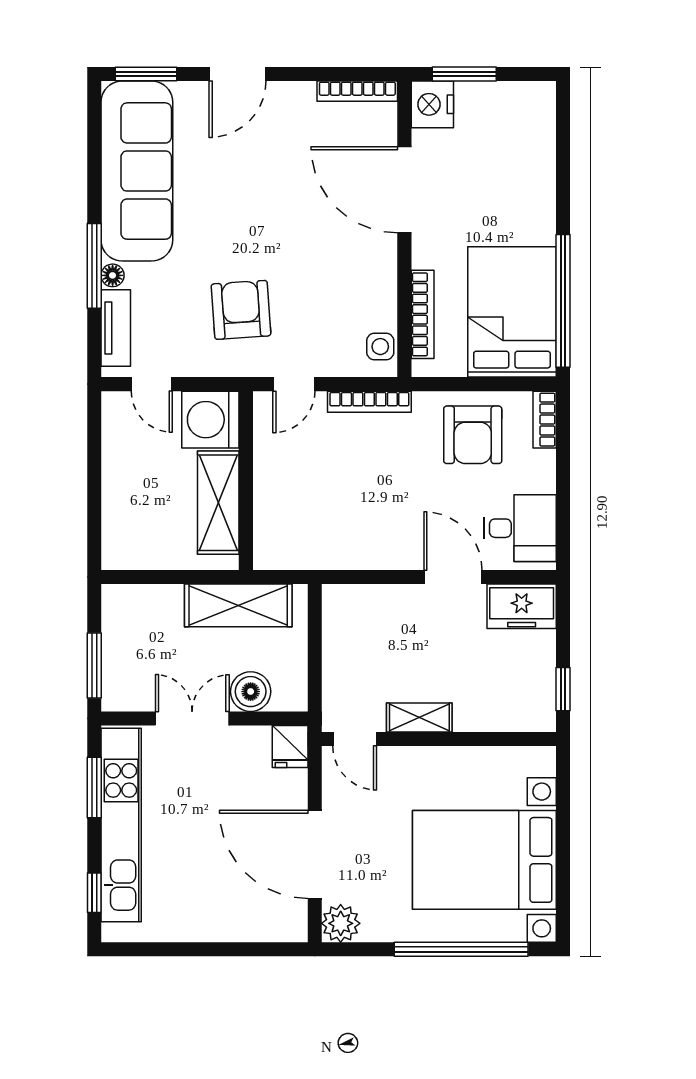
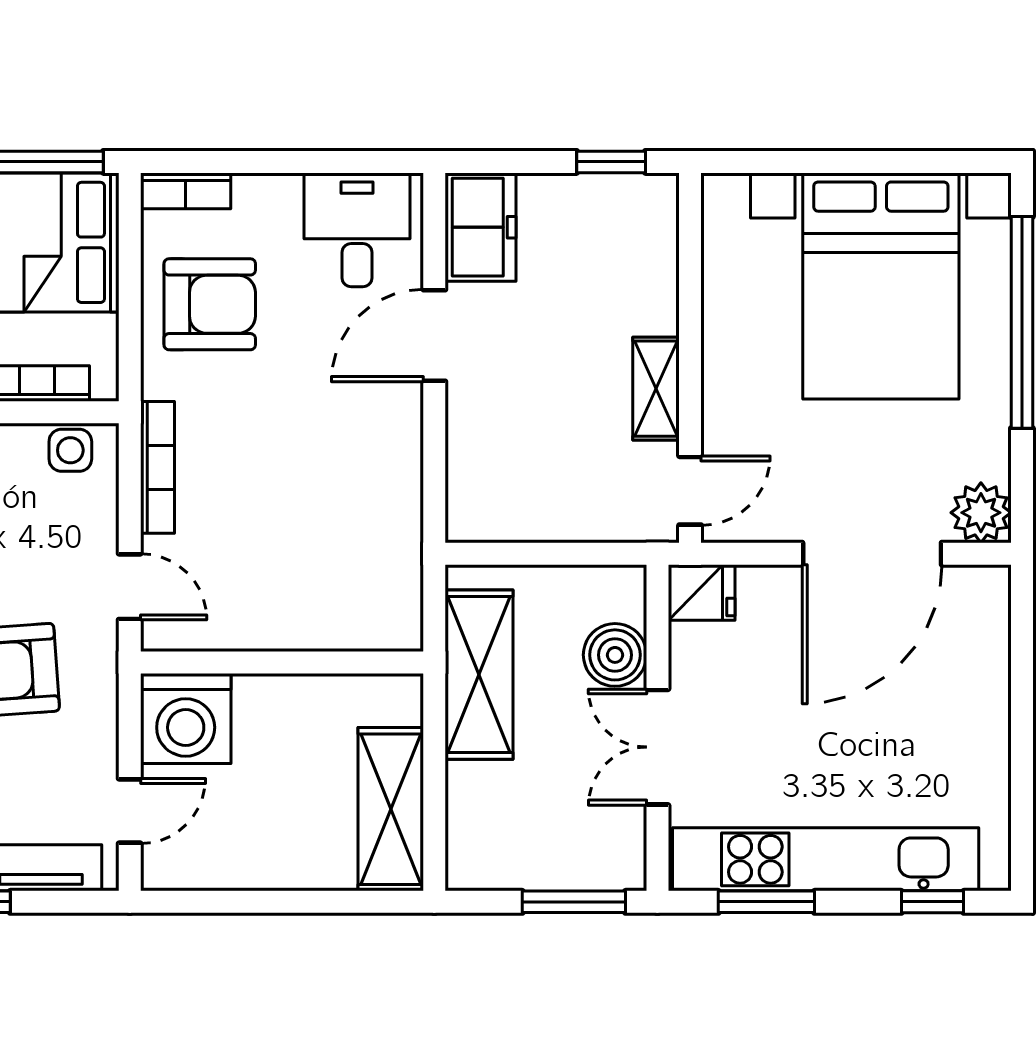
shelving: (218, 503) -> (391, 809), moved, turned 90

